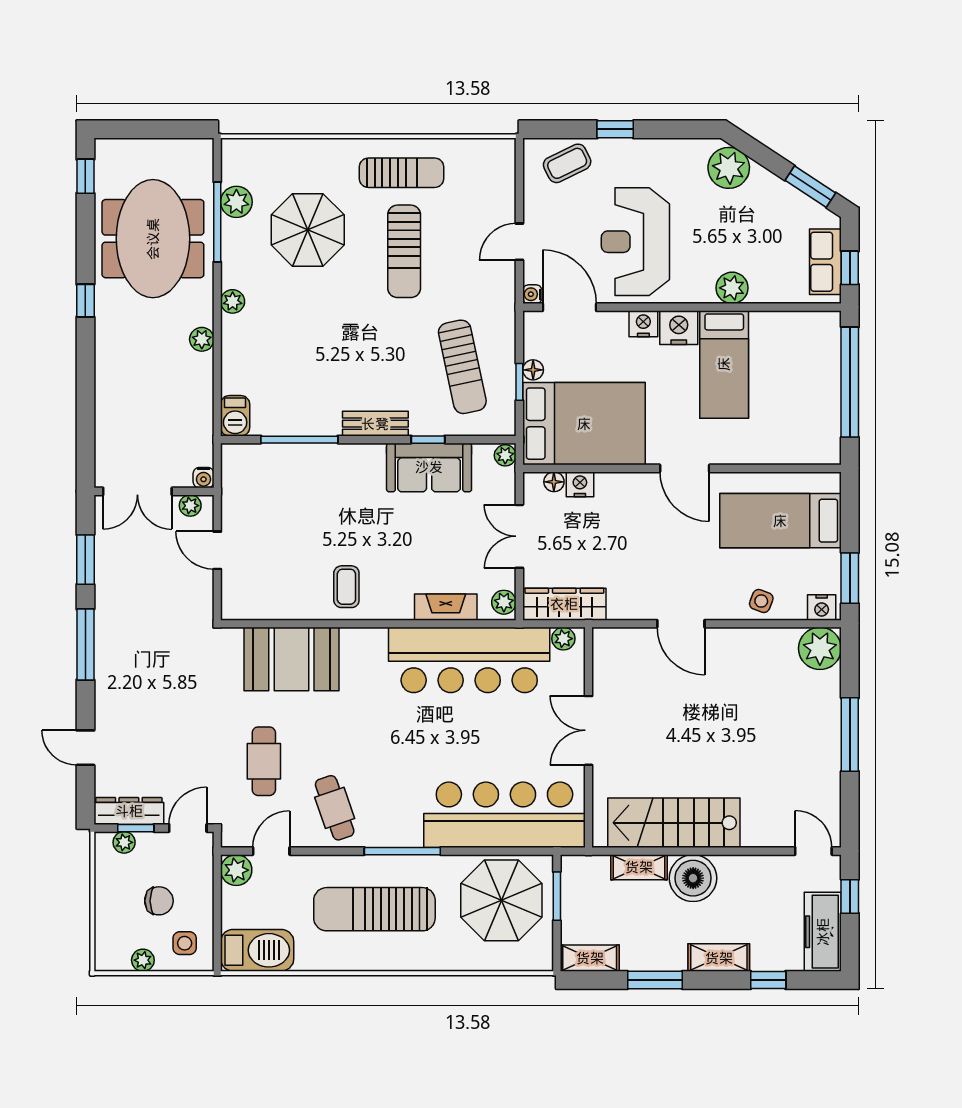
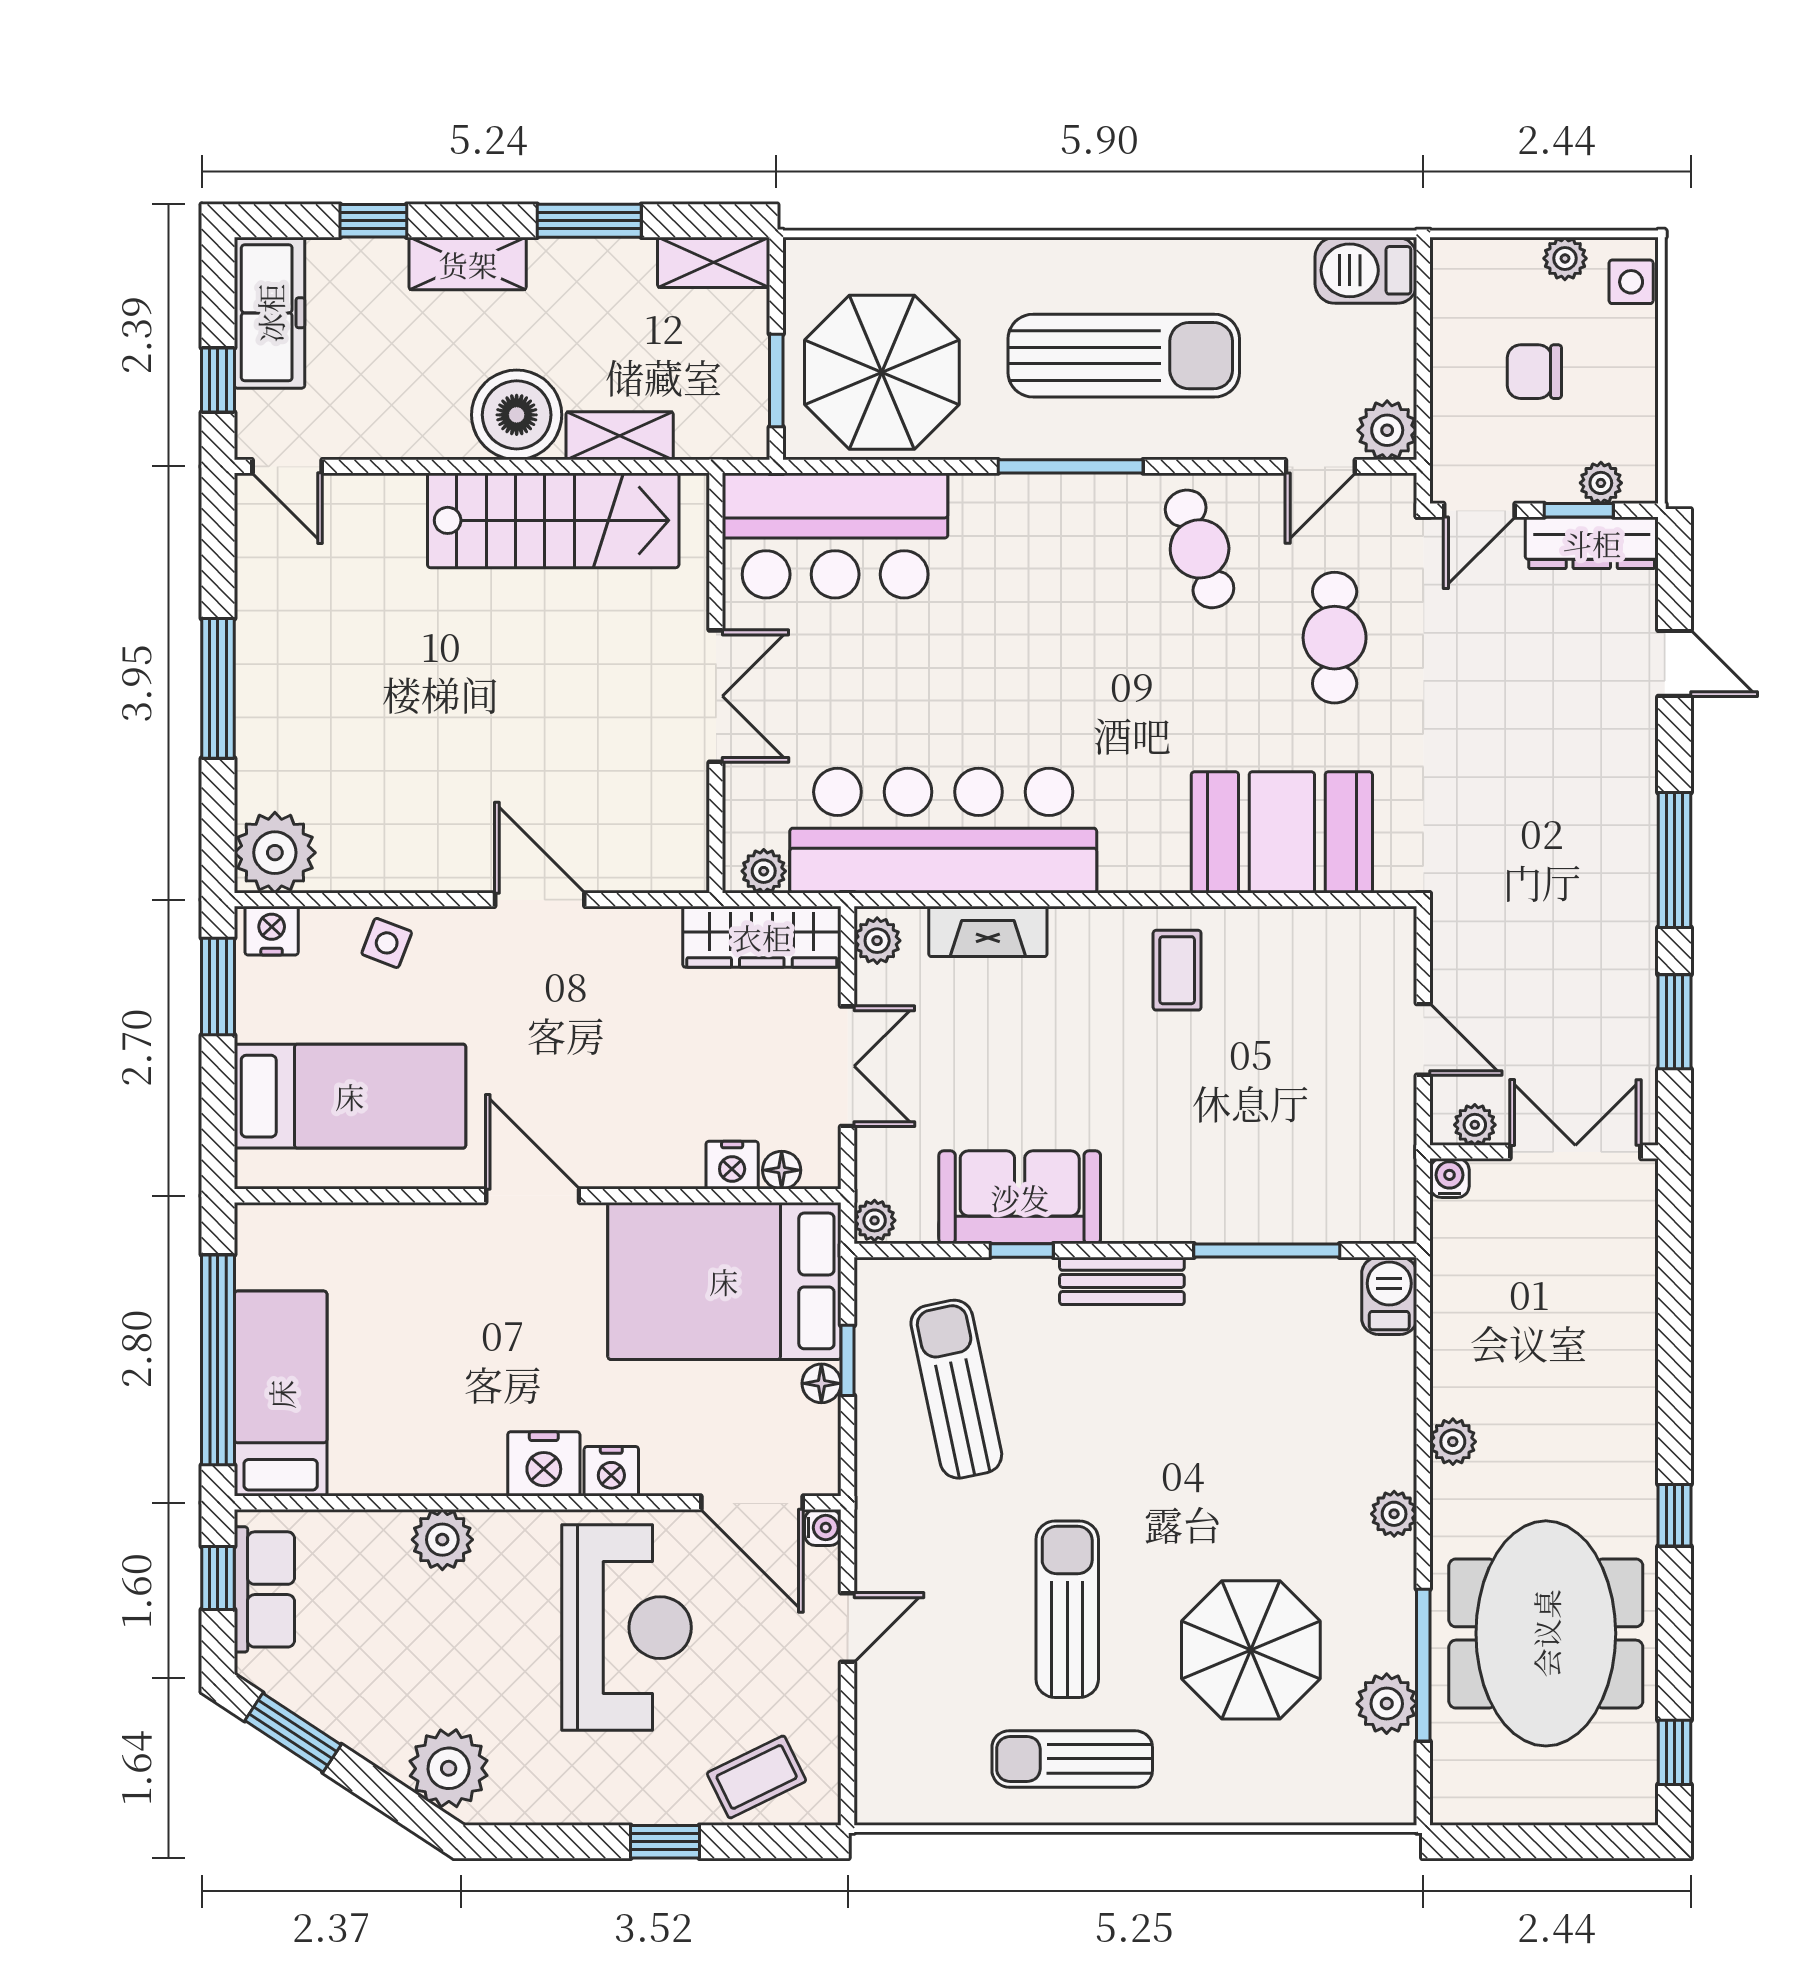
bed: (724, 364) -> (281, 1394), moved
bar counter: (504, 815) -> (835, 536), width x0.73
side table: (185, 943) -> (1631, 282), moved
barbecue: (257, 950) -> (1366, 270), width x0.73, depth x0.83

